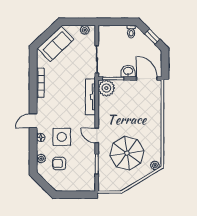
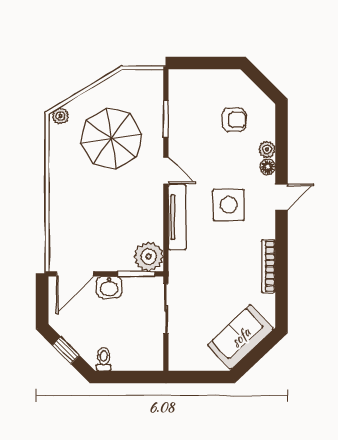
plant: (85, 30) -> (188, 362), removed
door: (147, 79) -> (75, 274), hinge flipped
tv unit: (91, 97) -> (177, 217), moved
side table: (62, 137) -> (229, 205), moved
plant: (41, 159) -> (267, 149), moved

